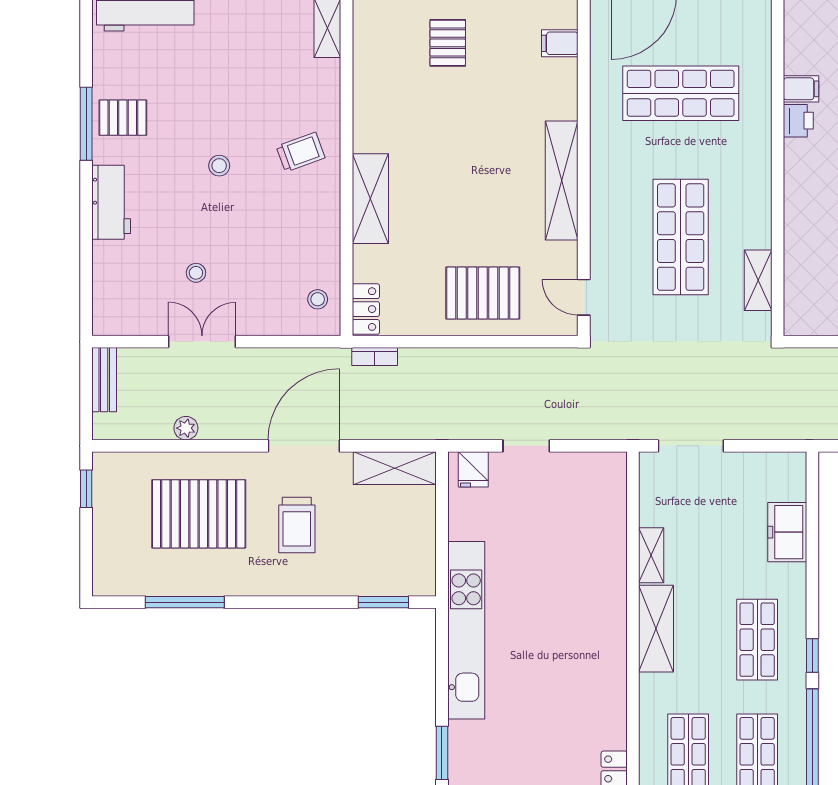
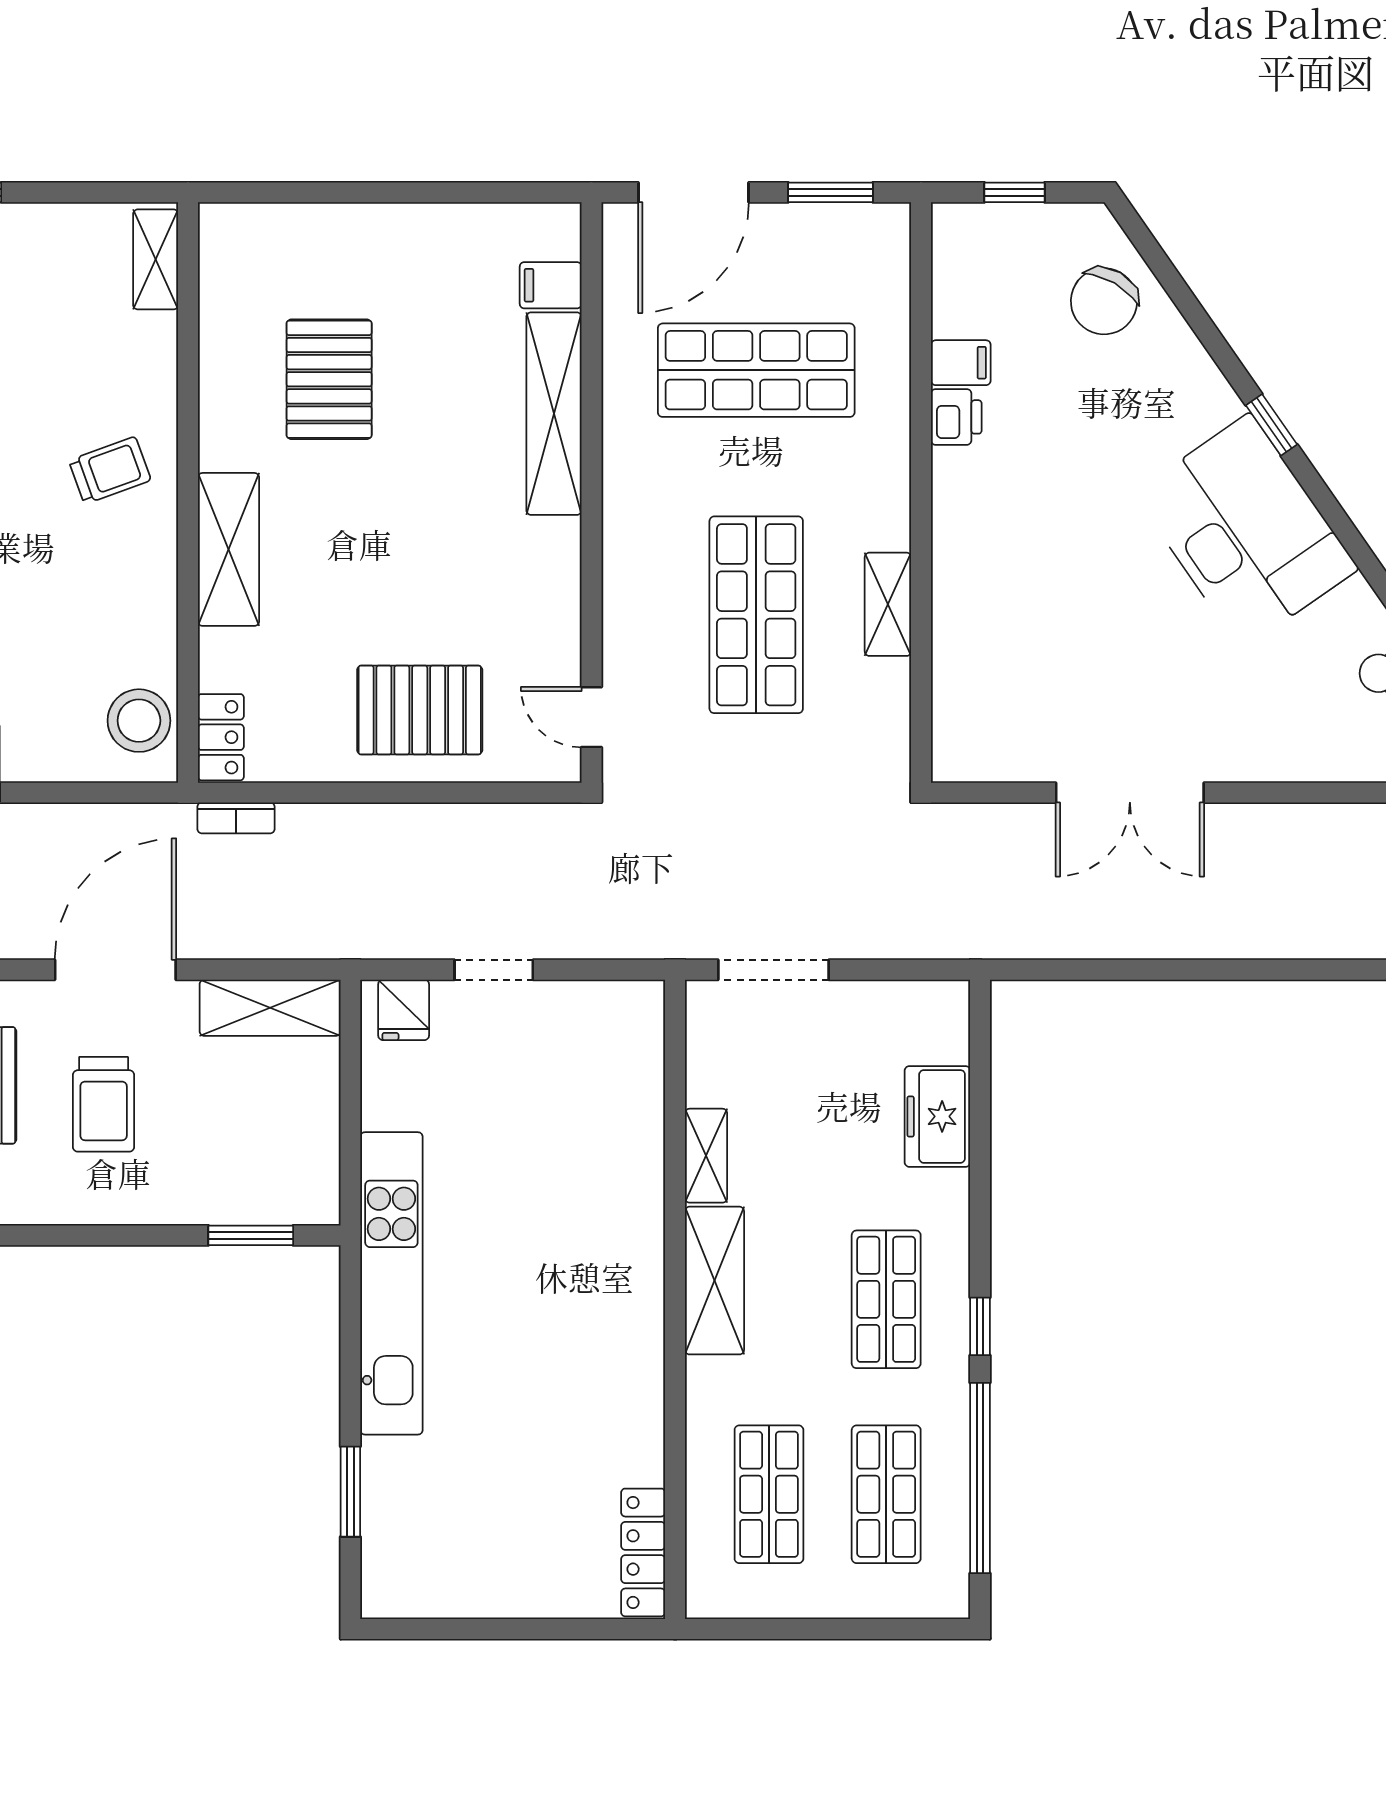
pallet: (448, 43) -> (329, 379), moved, width x1.50, depth x1.42
shelving: (562, 181) -> (554, 414), moved
shelving: (758, 280) -> (888, 604), moved
stool: (318, 299) -> (139, 721), width x1.89, depth x1.89

